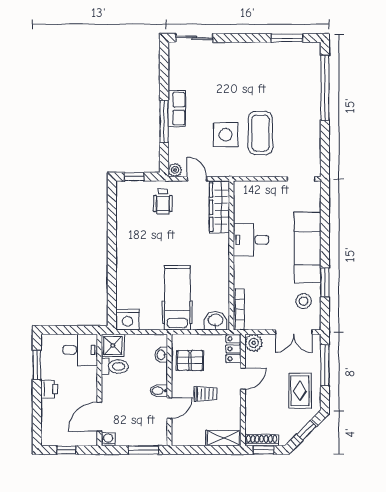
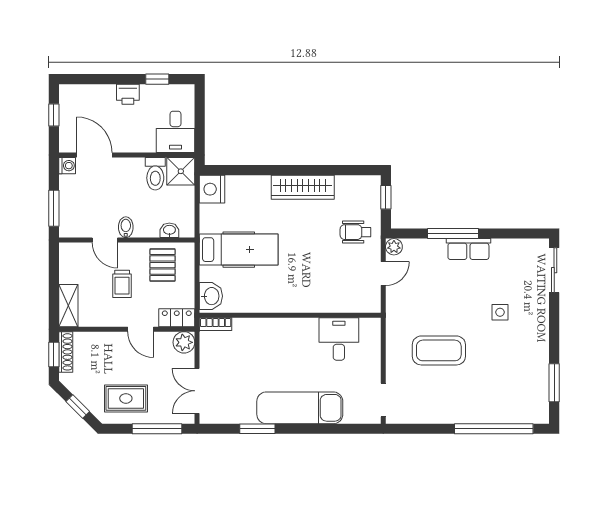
side table: (226, 135) -> (500, 312), moved, width x0.54, depth x0.54
wardrobe: (219, 207) -> (303, 187), moved, turned 180
desk: (251, 240) -> (339, 339), moved
stool: (304, 301) -> (235, 403), removed
bookcase: (239, 309) -> (216, 324), width x0.64
window: (37, 365) -> (157, 79), width x0.67

